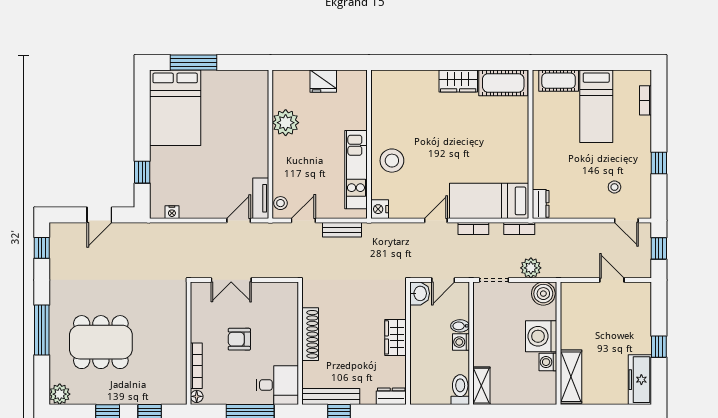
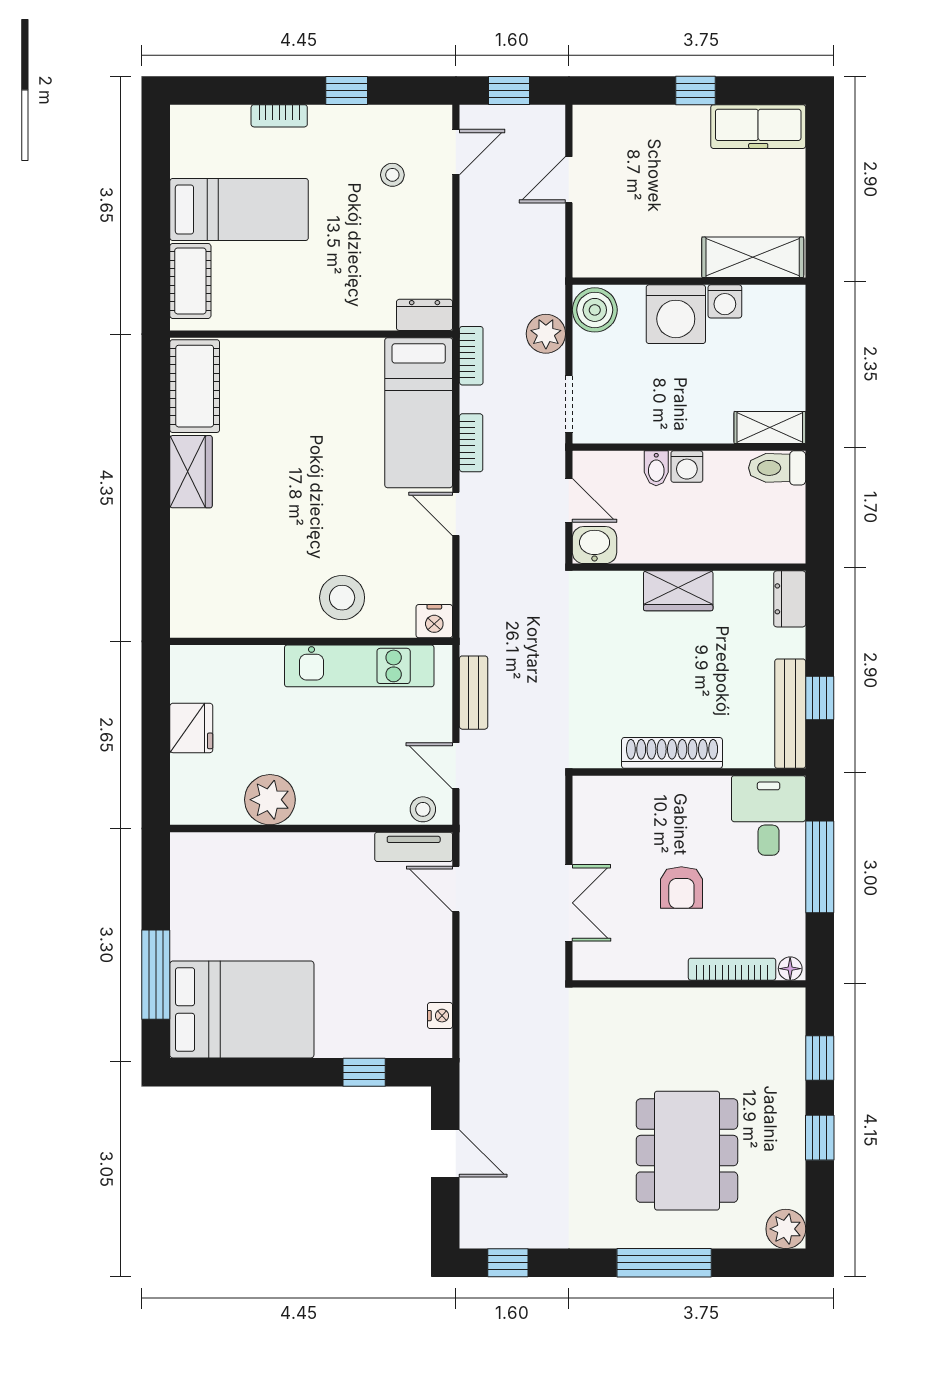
bookcase: (646, 100) -> (279, 116), moved

